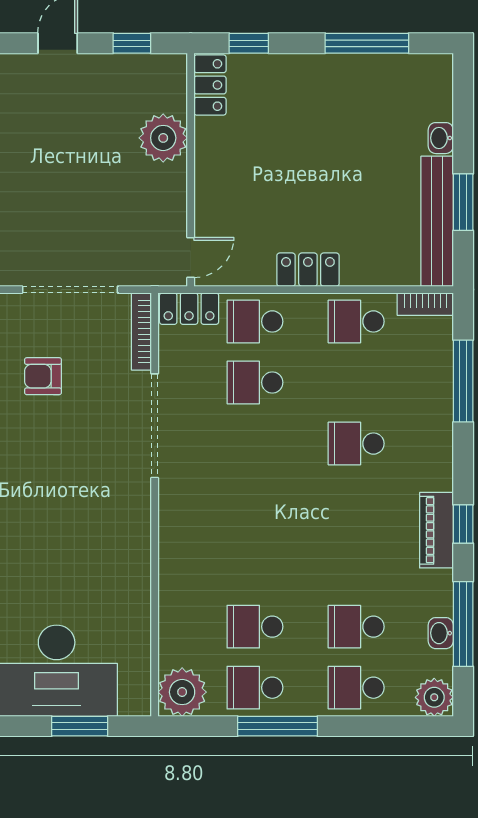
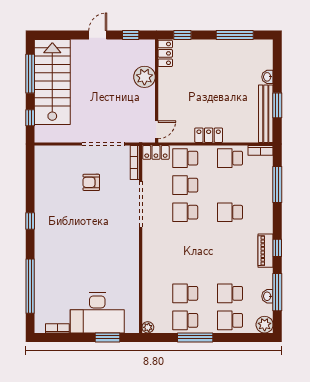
school desk: (255, 444) -> (185, 212), added
plant: (182, 692) -> (148, 327), width x0.53, depth x0.53

